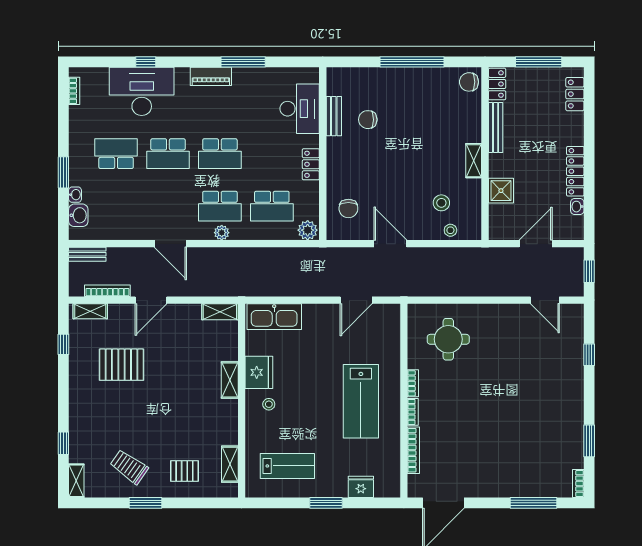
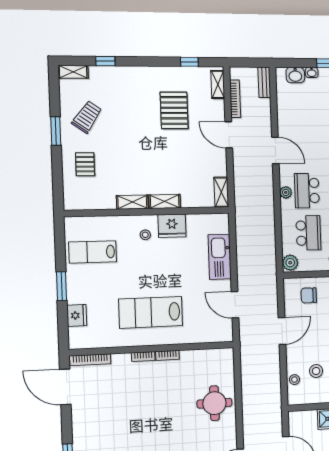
school desk: (272, 206) -> (308, 233), turned 180
door: (170, 244) -> (275, 150), swing flipped
kitchen sink: (274, 317) -> (220, 257), moved
round table: (448, 339) -> (214, 403), moved
bookcase: (413, 450) -> (90, 360), moved
shelving: (230, 464) -> (132, 202), moved
lab bench: (287, 466) -> (93, 252), turned 90

